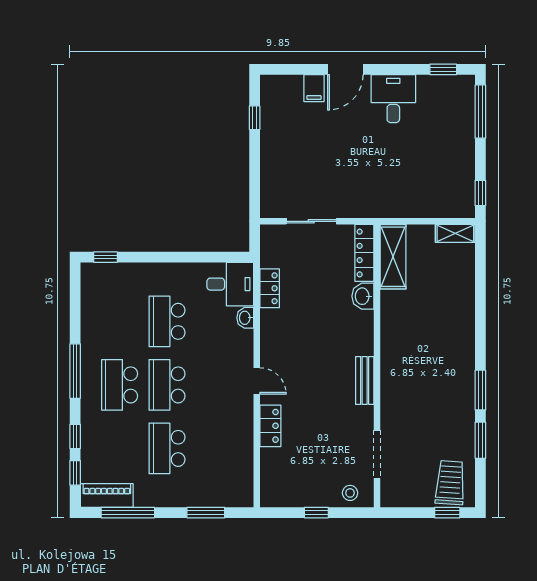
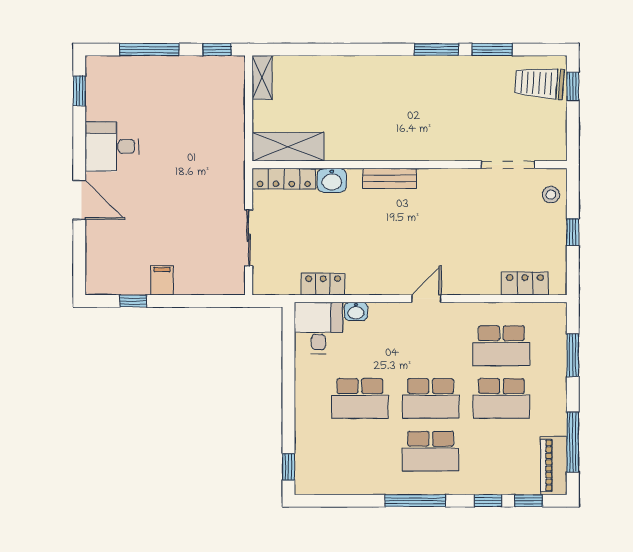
filing cabinet: (314, 88) -> (162, 280), moved, turned -90
window: (480, 112) -> (149, 50), moved
bench: (365, 380) -> (390, 178), moved
locker: (270, 426) -> (525, 283), moved
school desk: (214, 448) -> (501, 346), added

